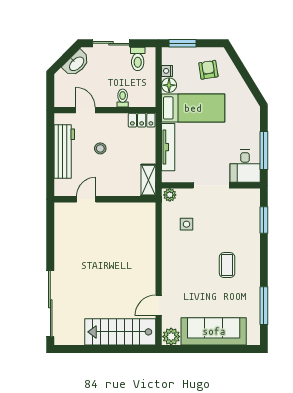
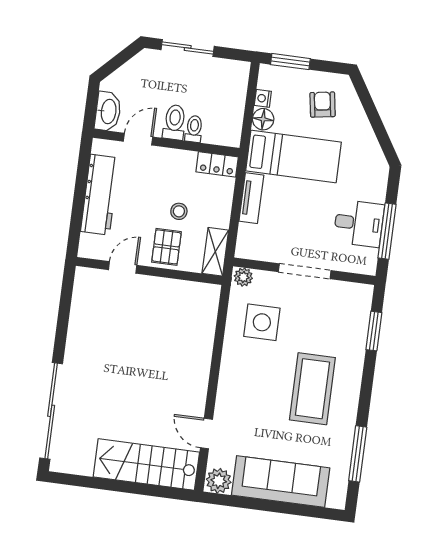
toilet: (138, 59) -> (174, 122), moved, turned 180
washbasin: (76, 63) -> (108, 111), moved, turned -45
door: (85, 110) -> (138, 139), hinge flipped
tv unit: (168, 147) -> (251, 198), width x0.71
stool: (100, 148) -> (179, 211), moved
desk: (245, 166) -> (359, 223), moved, turned -90
pallet: (114, 181) -> (166, 247), added
side table: (186, 224) -> (262, 322), width x1.87, depth x1.87
coffee table: (227, 265) -> (312, 389), width x1.86, depth x1.72
door: (159, 305) -> (206, 434), hinge flipped

